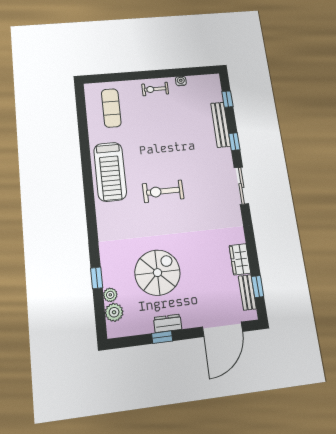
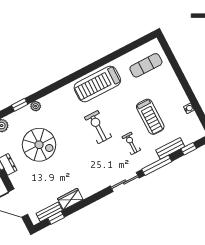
exercise bike: (155, 89) -> (131, 143), moved
bench: (221, 125) -> (170, 148), width x0.73
treadmill: (174, 127) -> (150, 117), added
window: (234, 142) -> (157, 165), width x2.17
plant: (110, 295) -> (36, 106), moved

